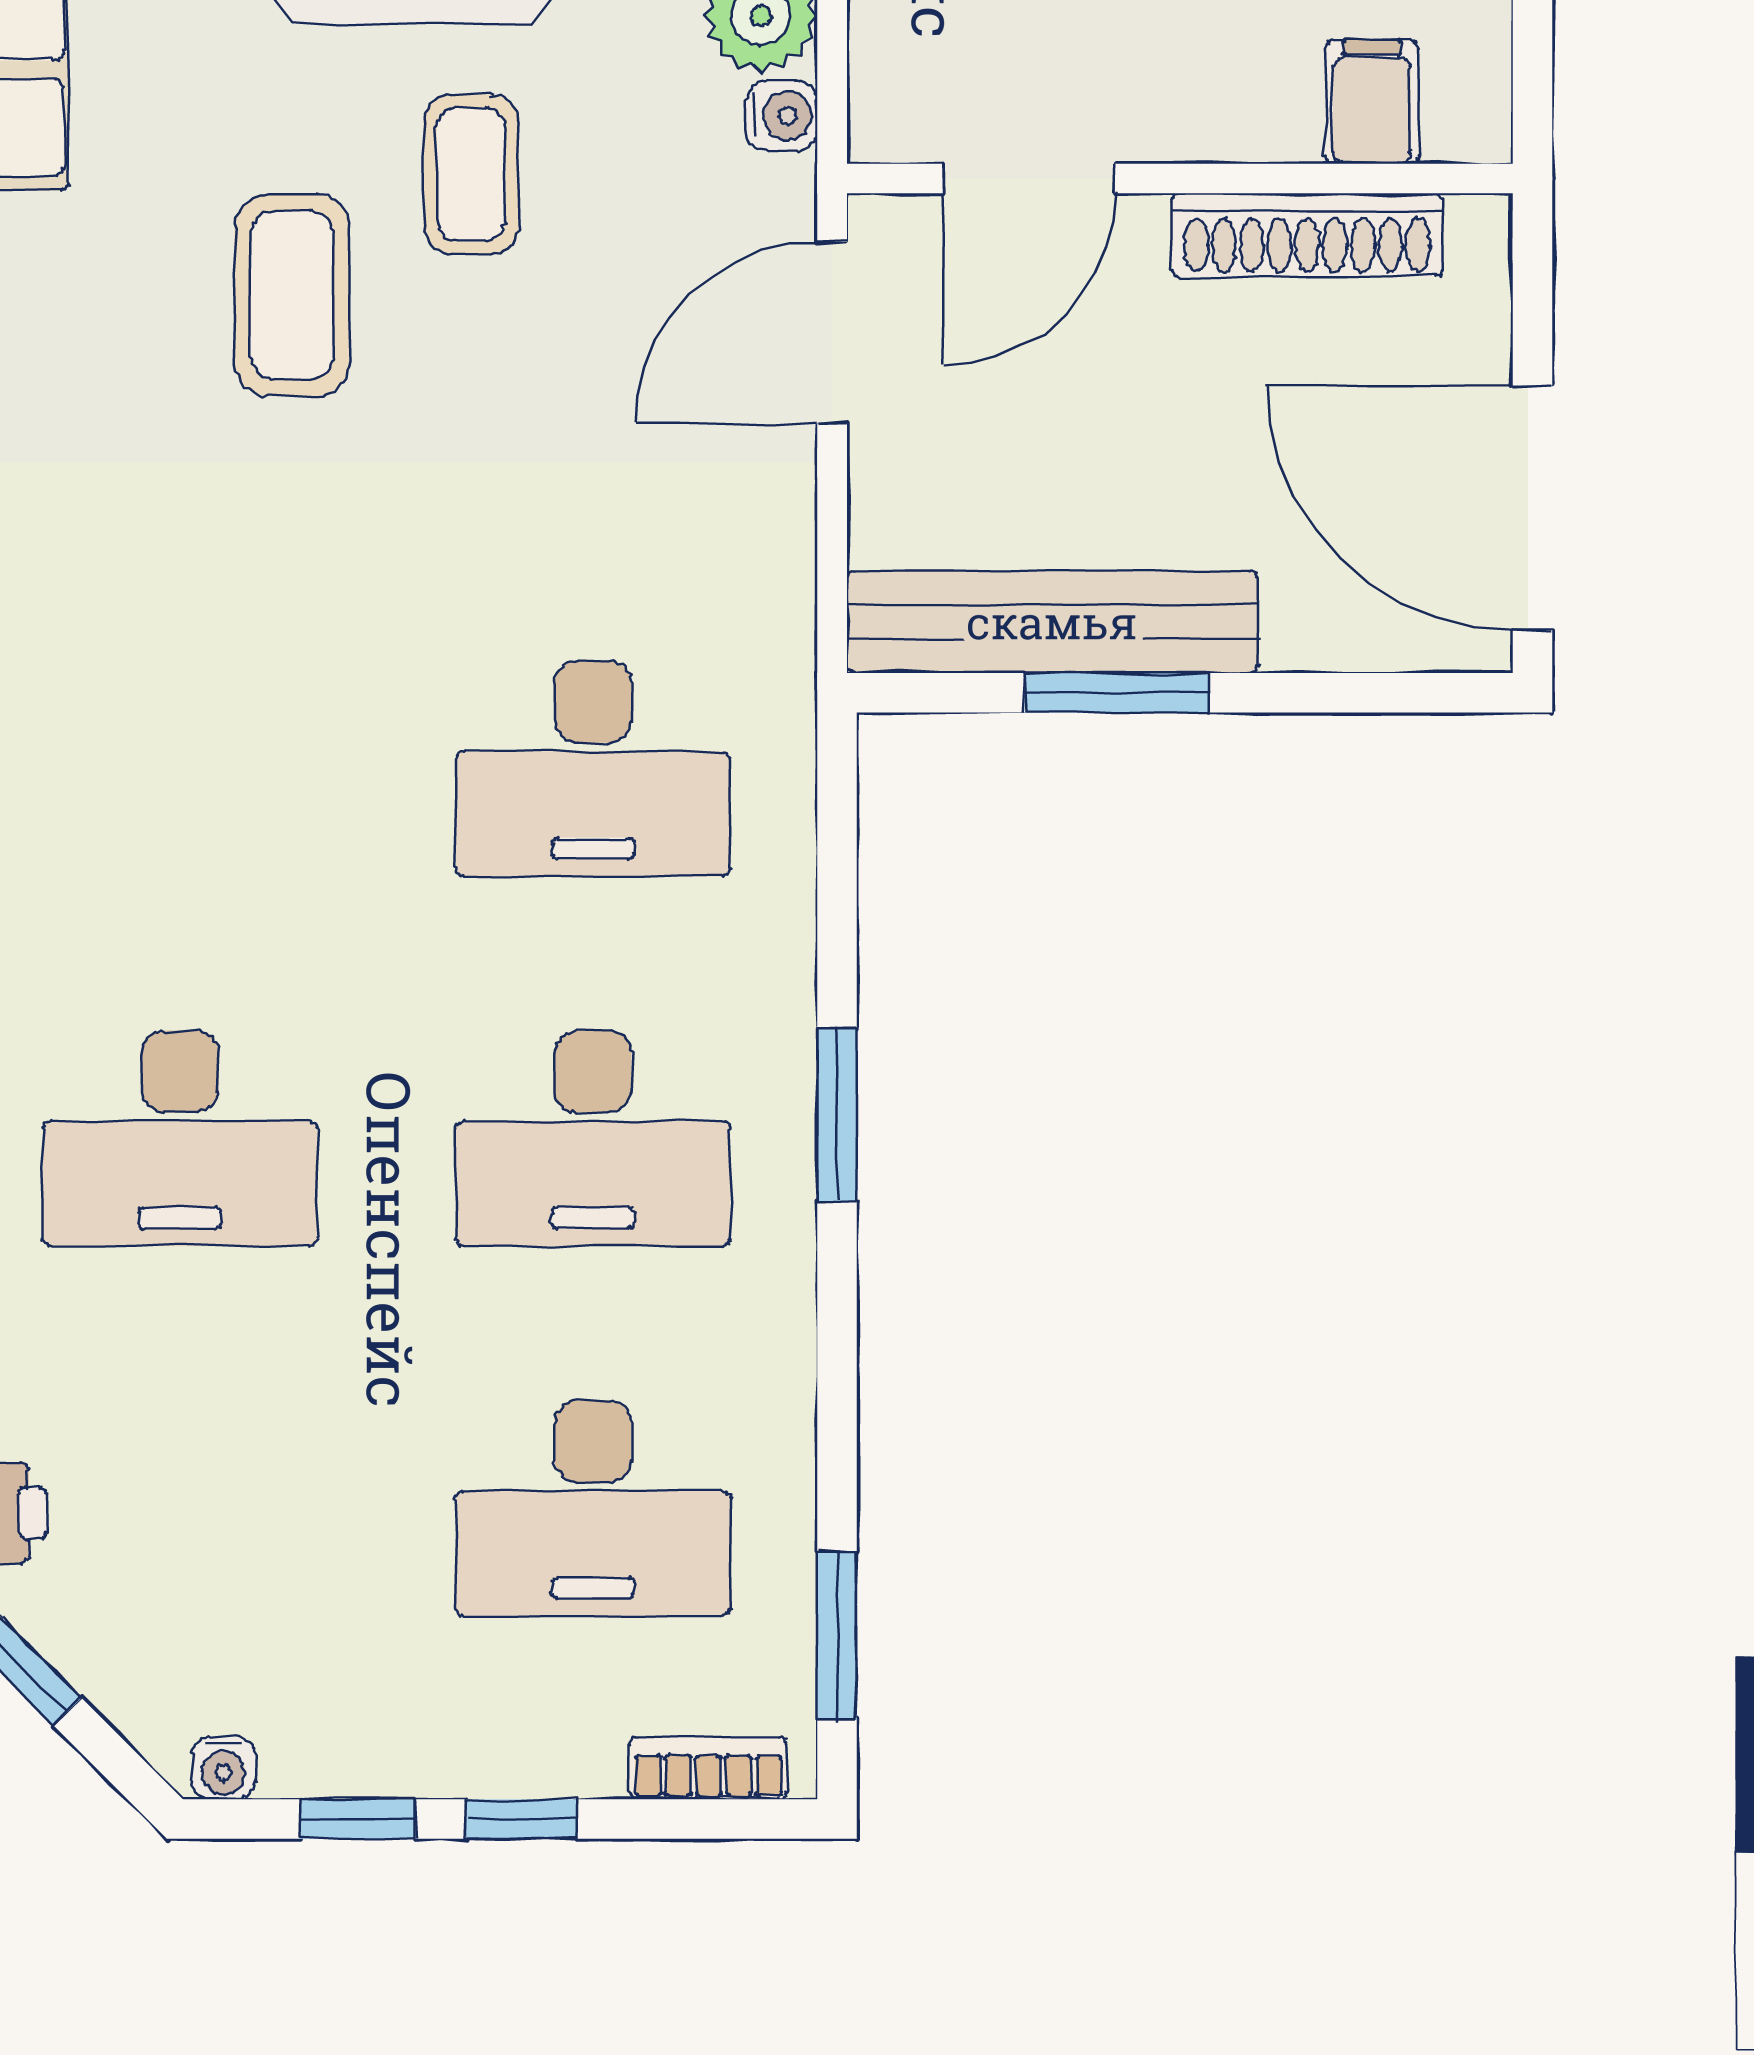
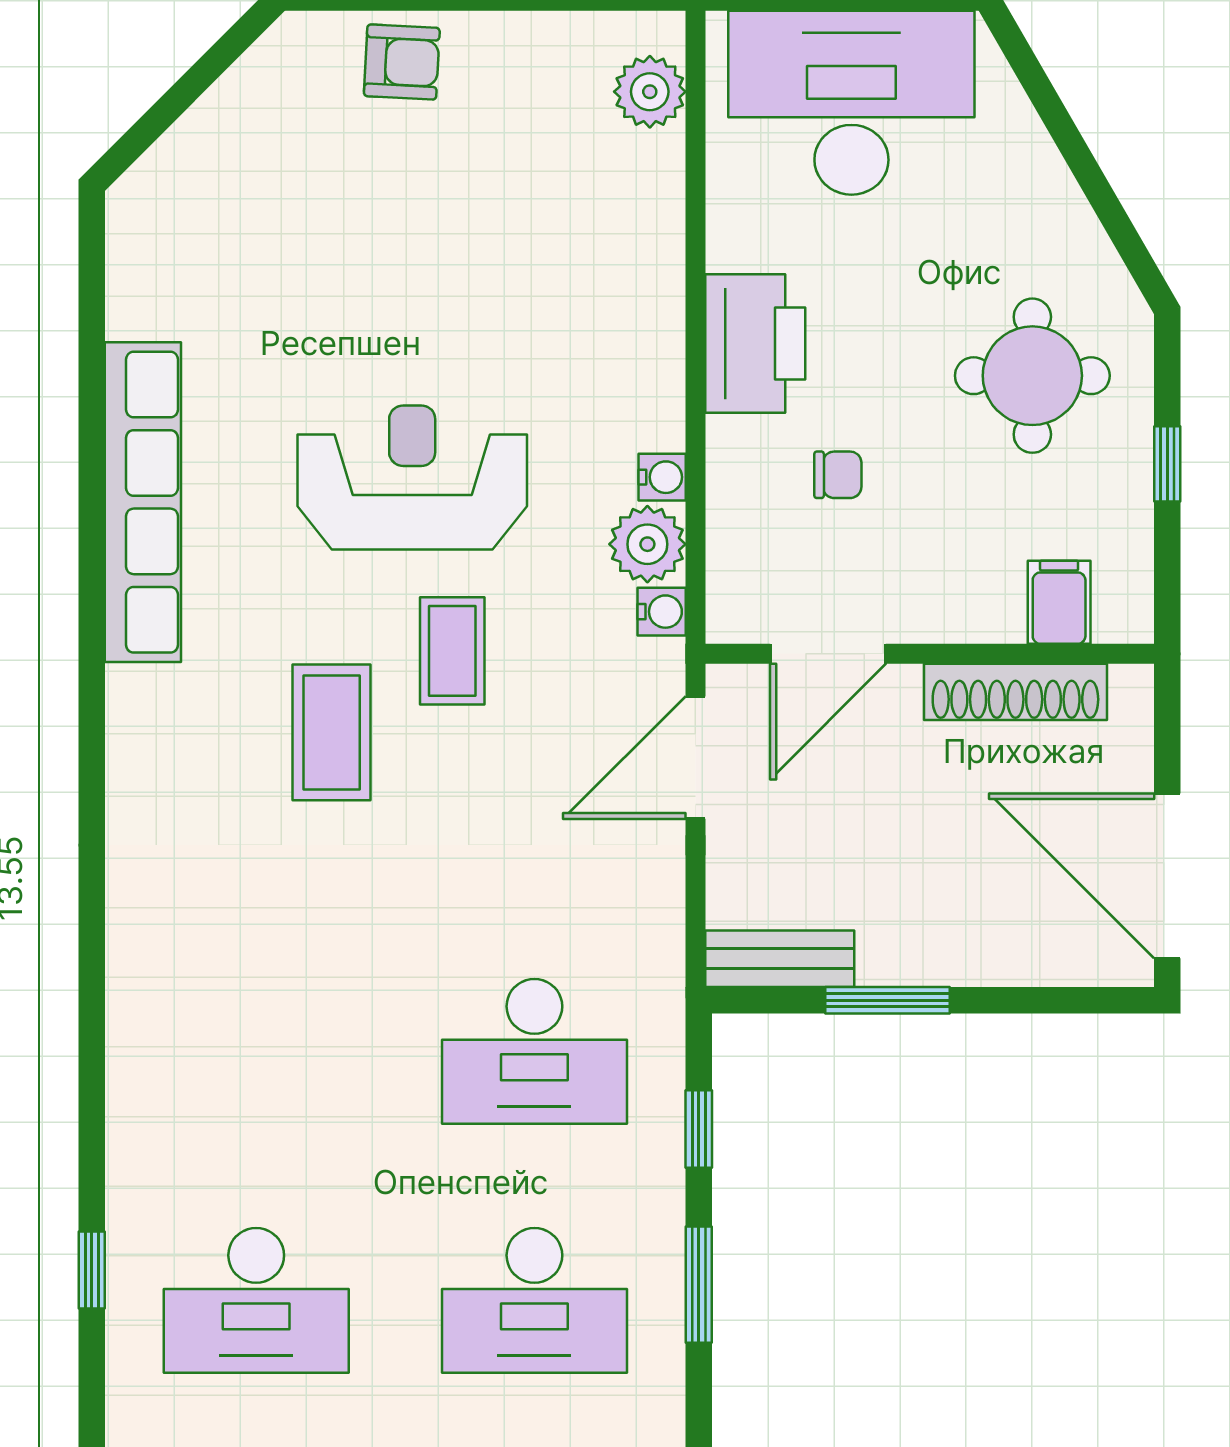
bench: (1052, 622) -> (780, 959), width x0.54, depth x0.82
window: (837, 884) -> (699, 1129), added

